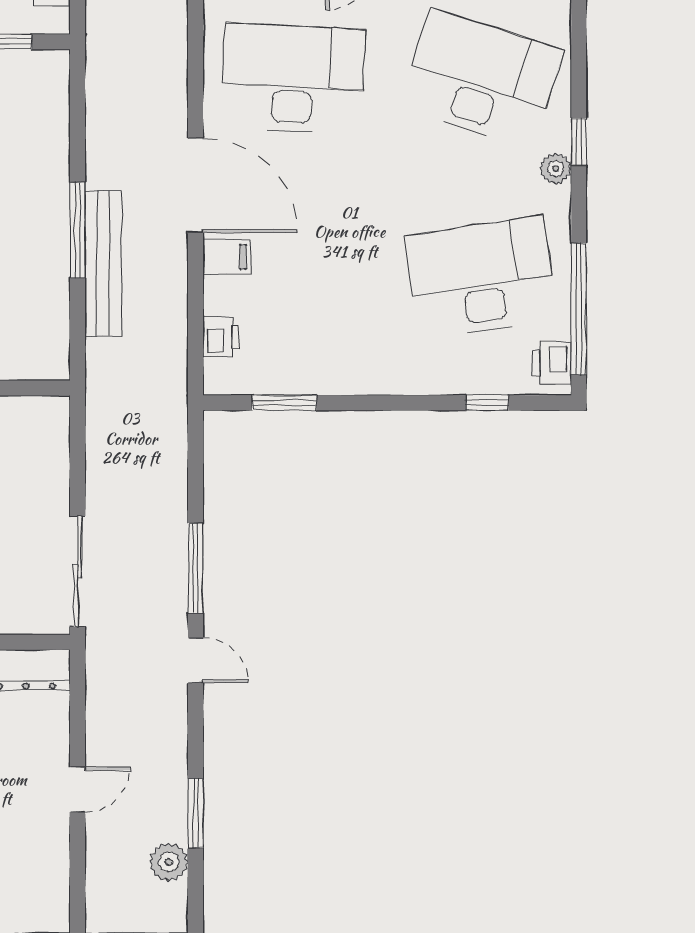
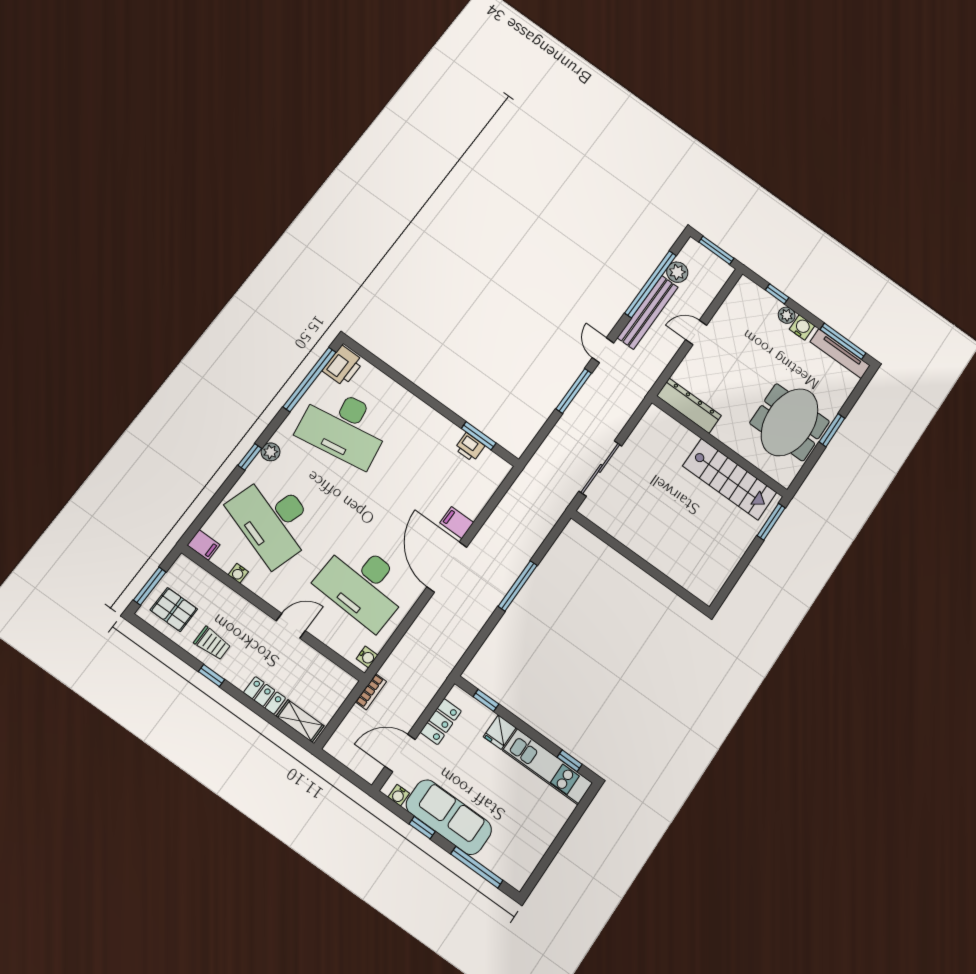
bench: (103, 263) -> (648, 312), moved
printer: (221, 337) -> (470, 447), moved, turned -90
printer: (552, 363) -> (343, 366), width x1.36, depth x1.24
window: (487, 403) -> (385, 368), removed
sliding door: (78, 571) -> (600, 468), moved
window: (195, 813) -> (650, 284), width x2.11

